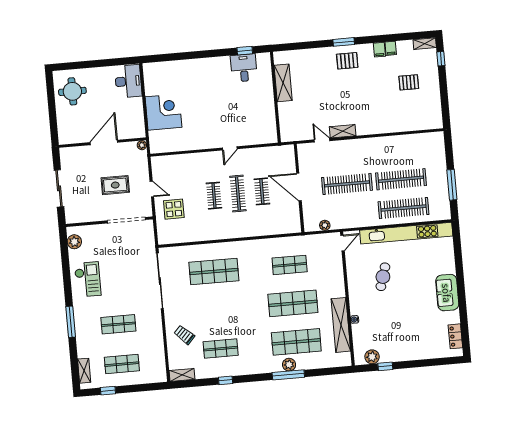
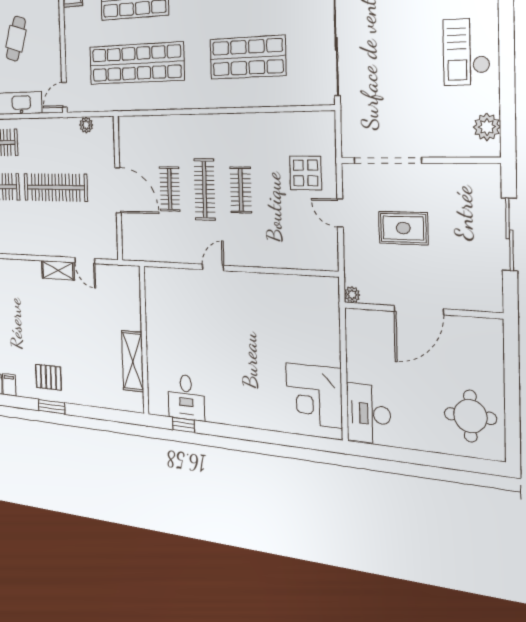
corner desk: (163, 112) -> (314, 395), moved
shop shelf: (290, 265) -> (136, 63), width x2.00, depth x1.36

